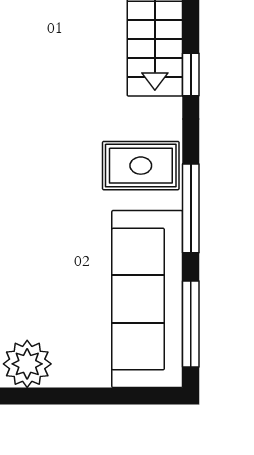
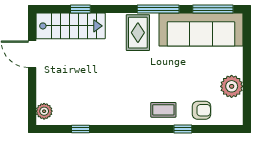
window: (191, 74) -> (80, 9), moved

